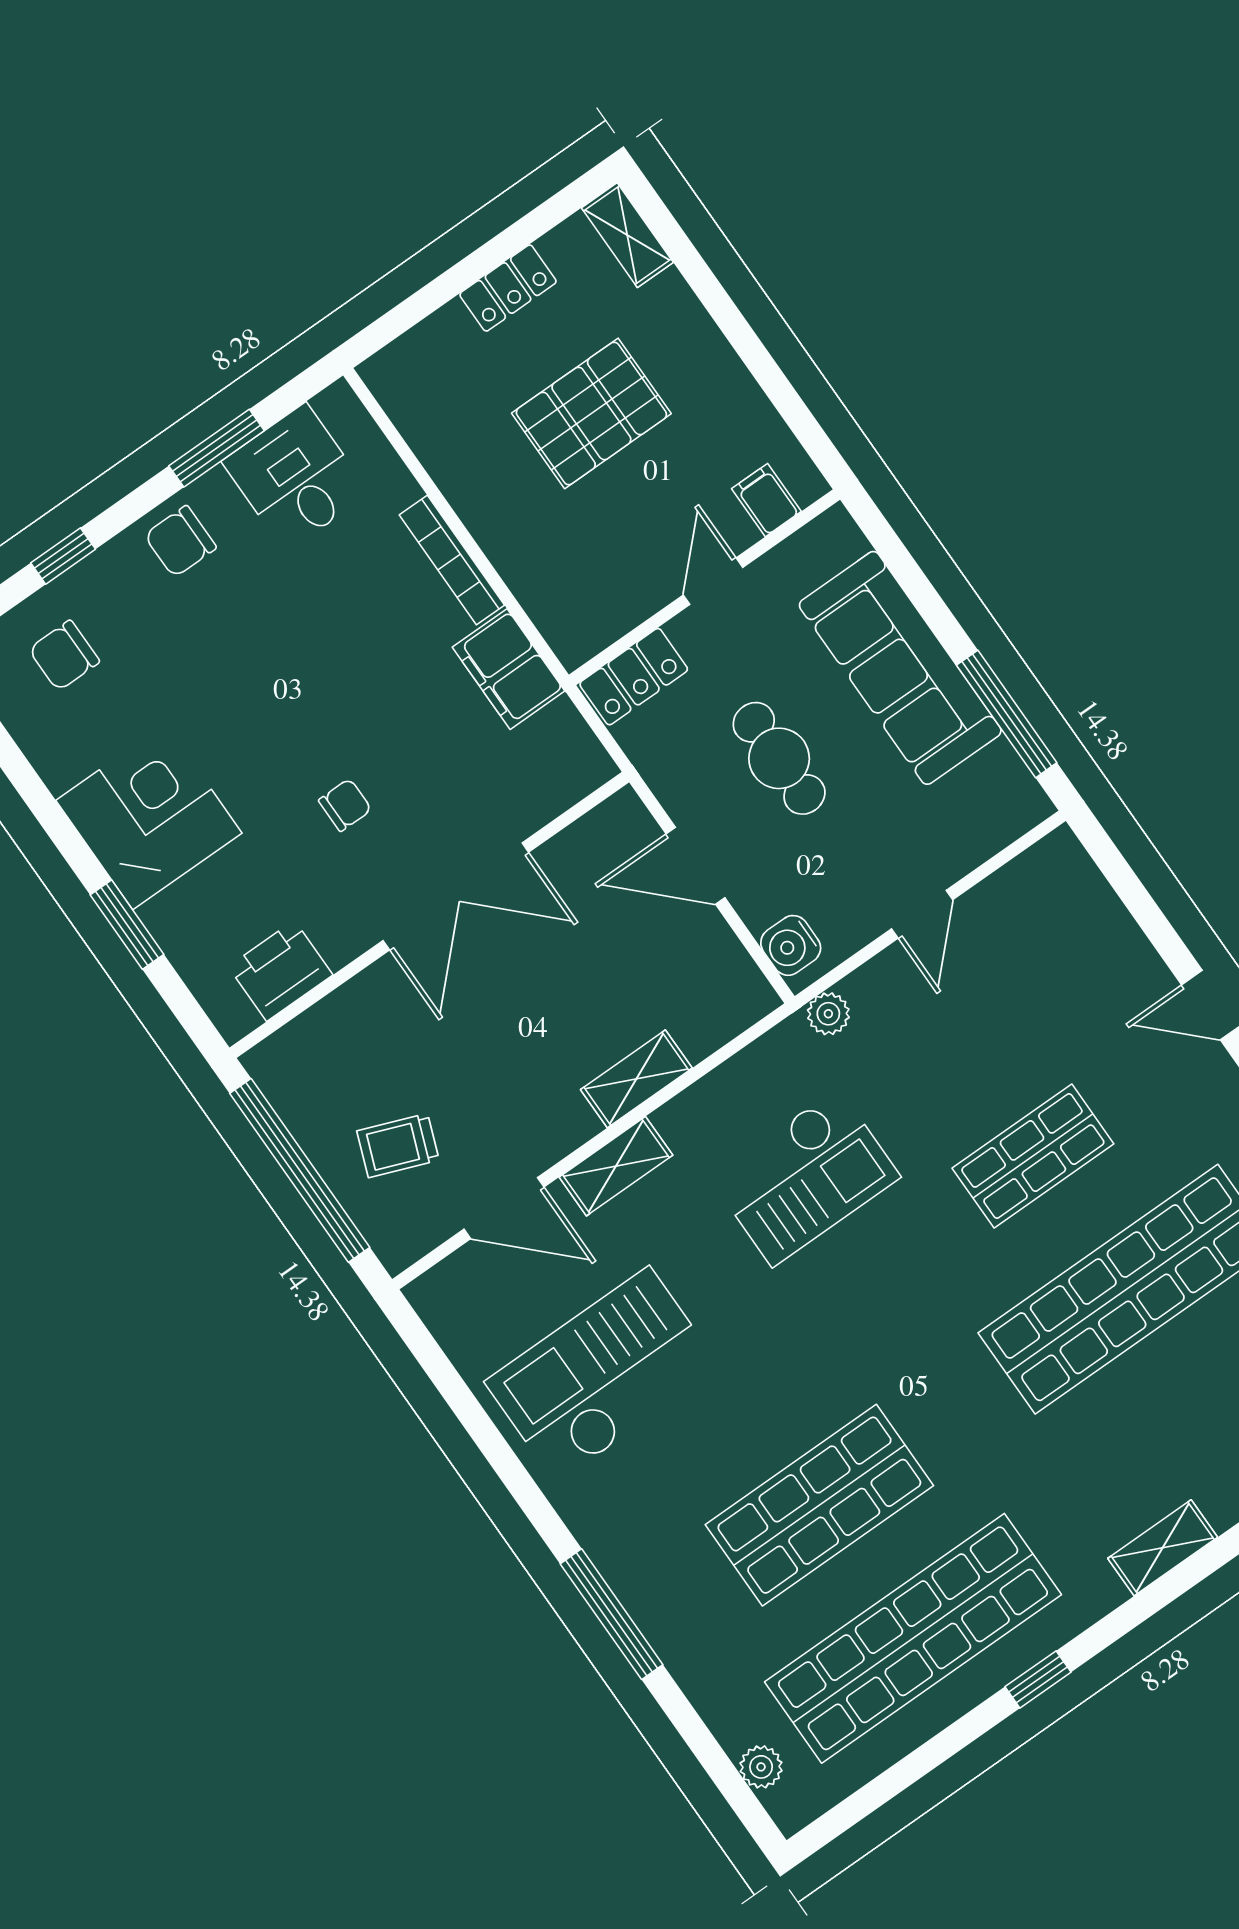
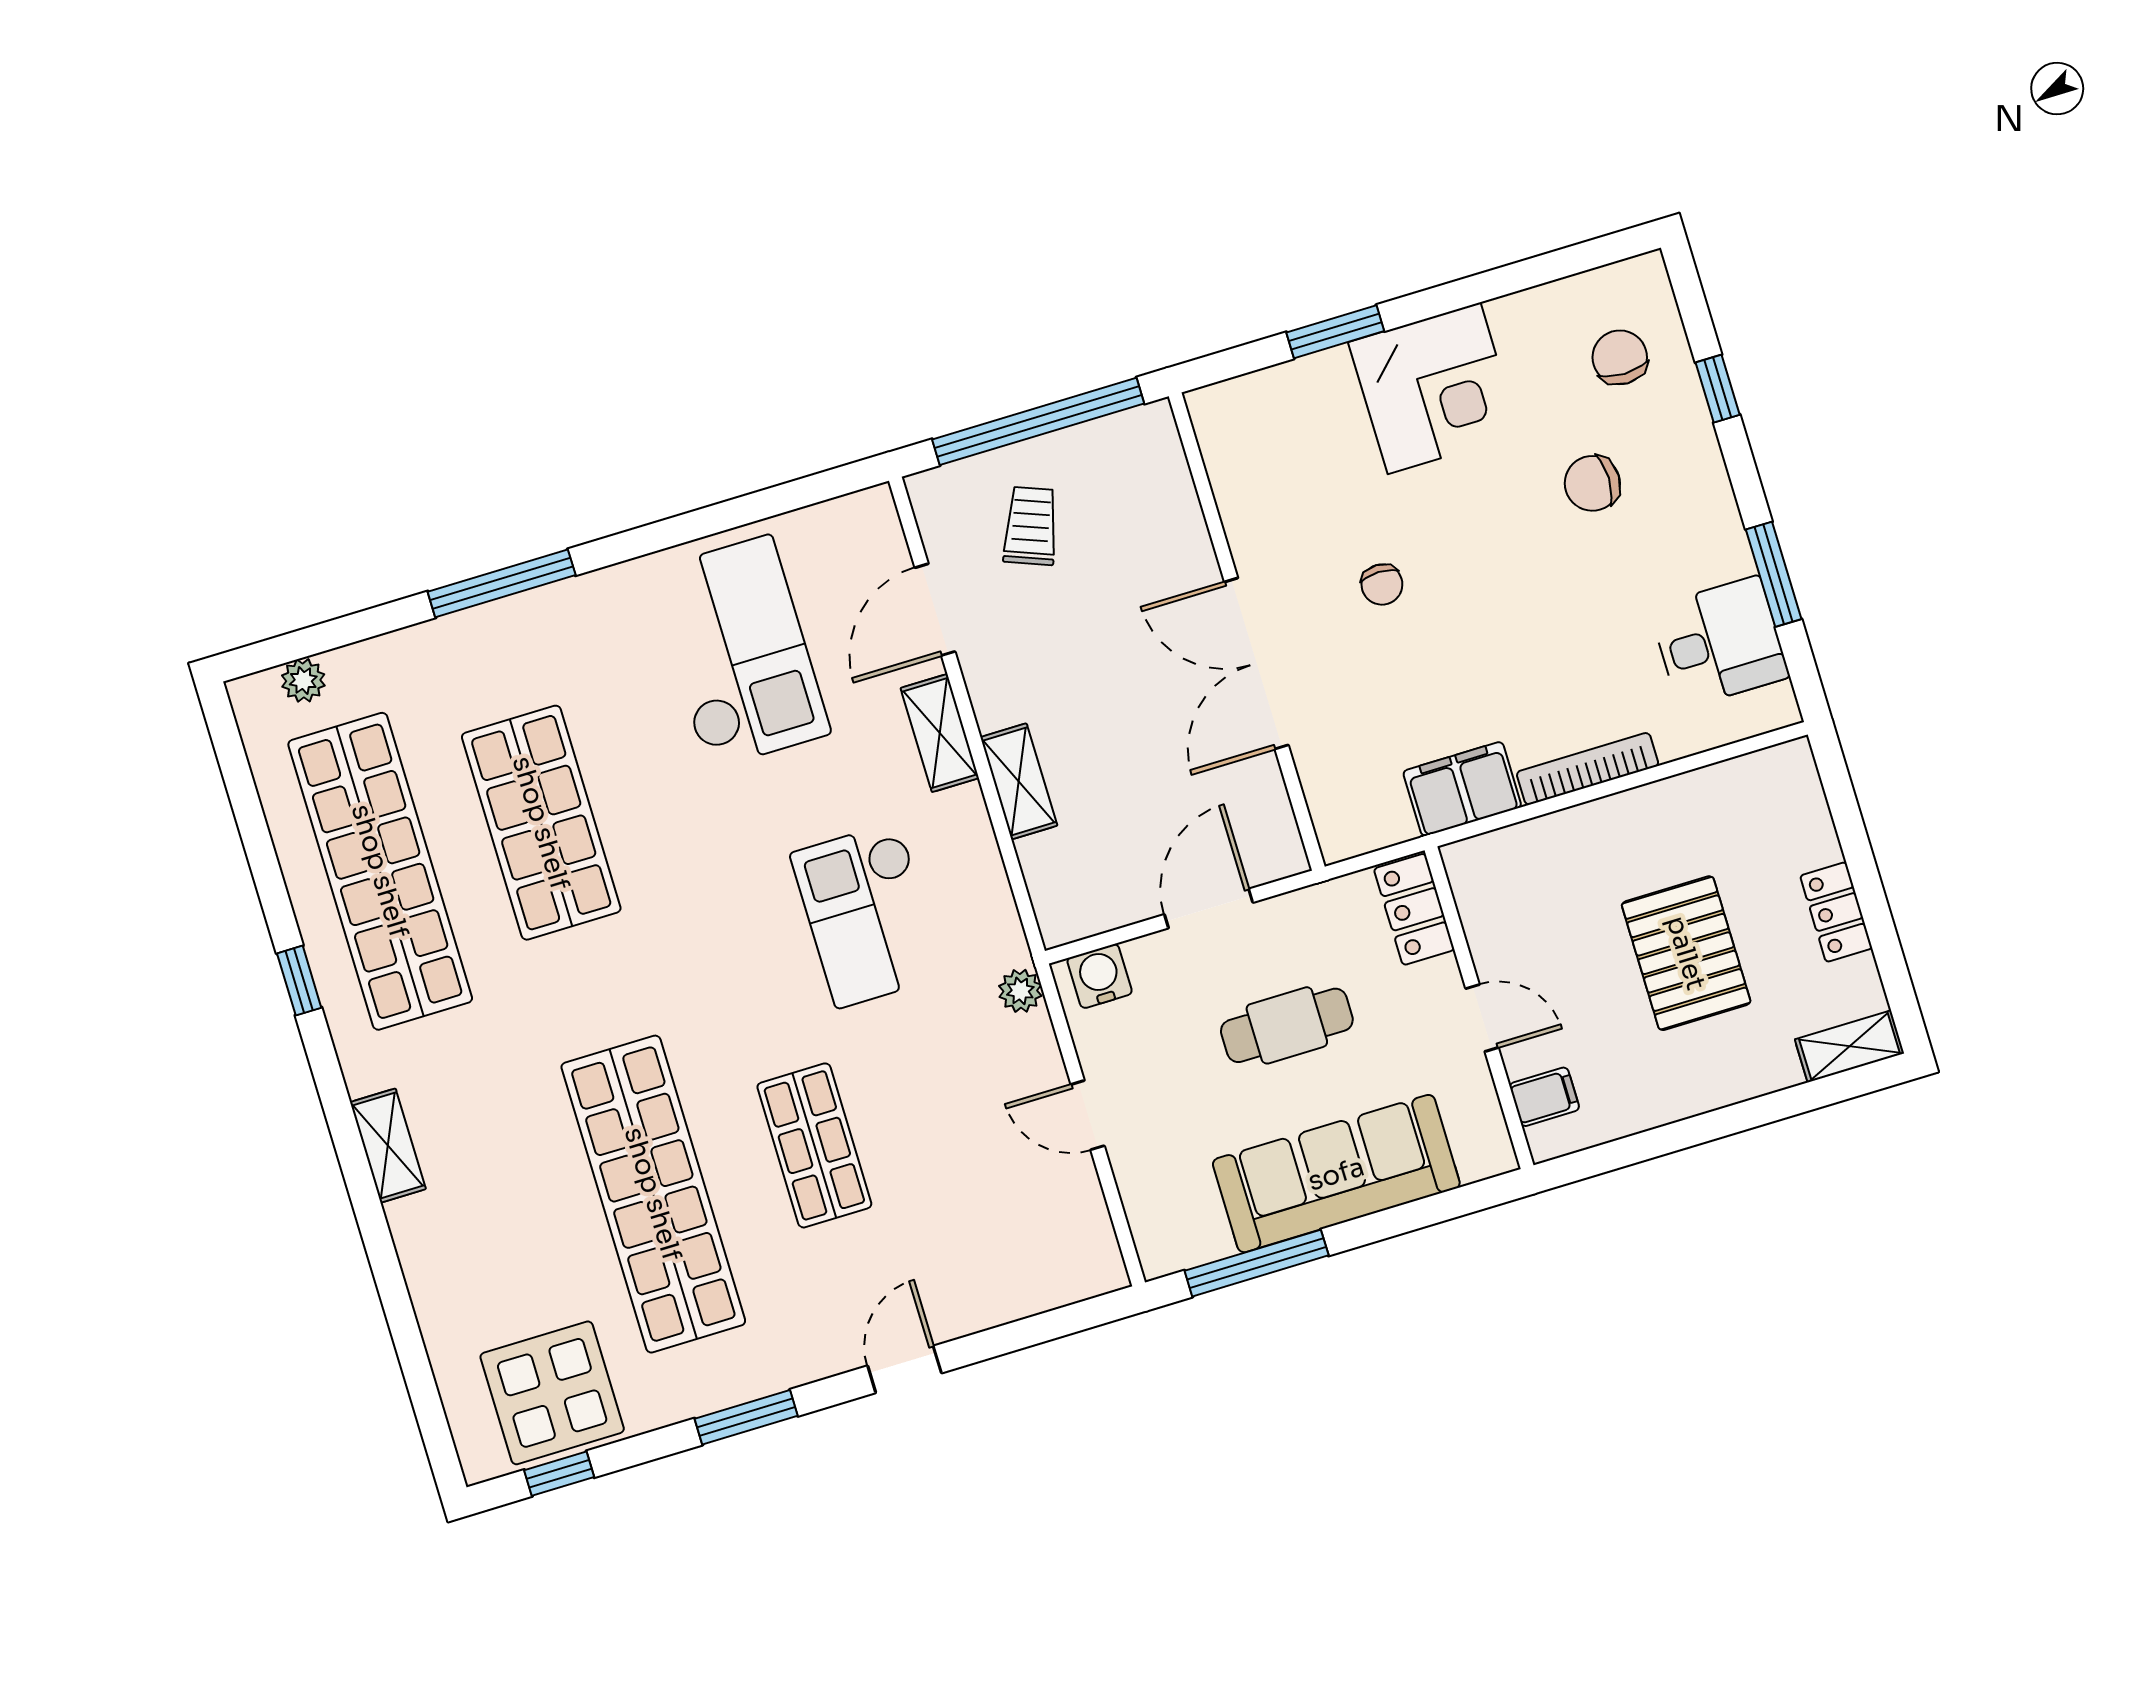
chair: (180, 541) -> (1592, 483), moved, turned -90
printer: (280, 971) -> (1240, 467), removed

